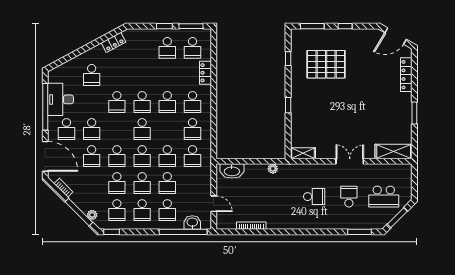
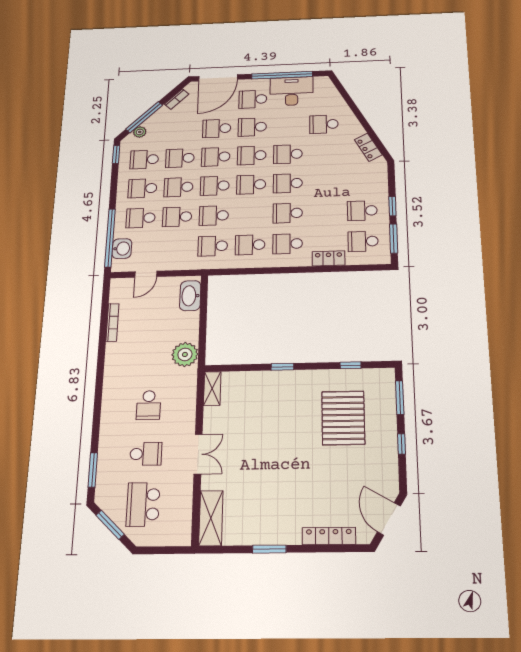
school desk: (117, 129) -> (252, 155), added
plant: (273, 169) -> (185, 354), width x1.88, depth x1.88

